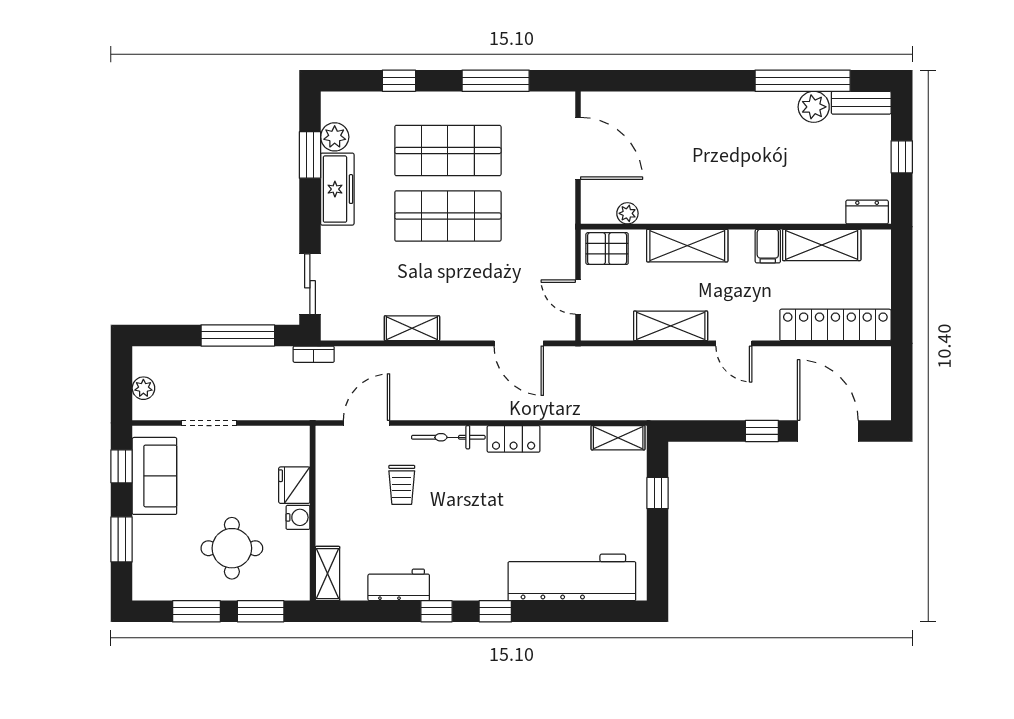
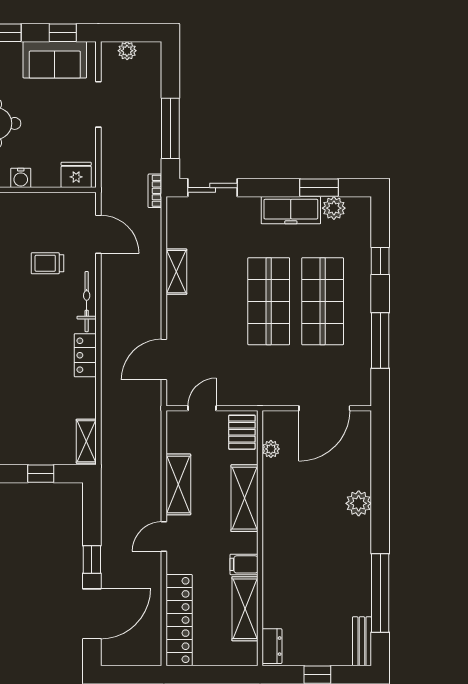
plant: (814, 107) -> (359, 503), moved
fridge: (294, 485) -> (76, 175), moved

